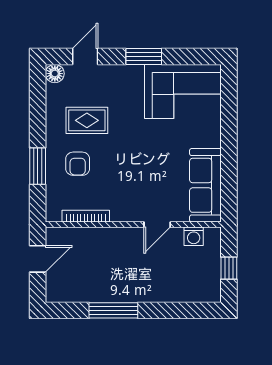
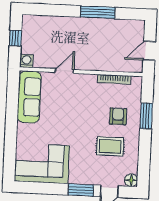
window: (144, 56) -> (81, 190), moved
washing machine: (194, 236) -> (26, 61), moved

